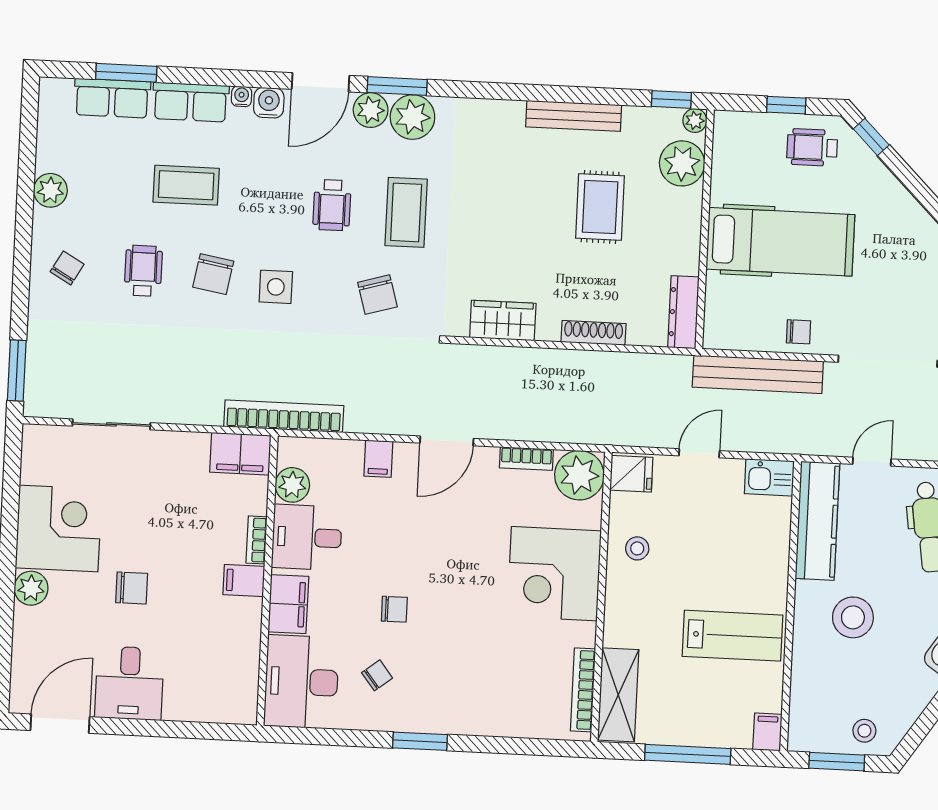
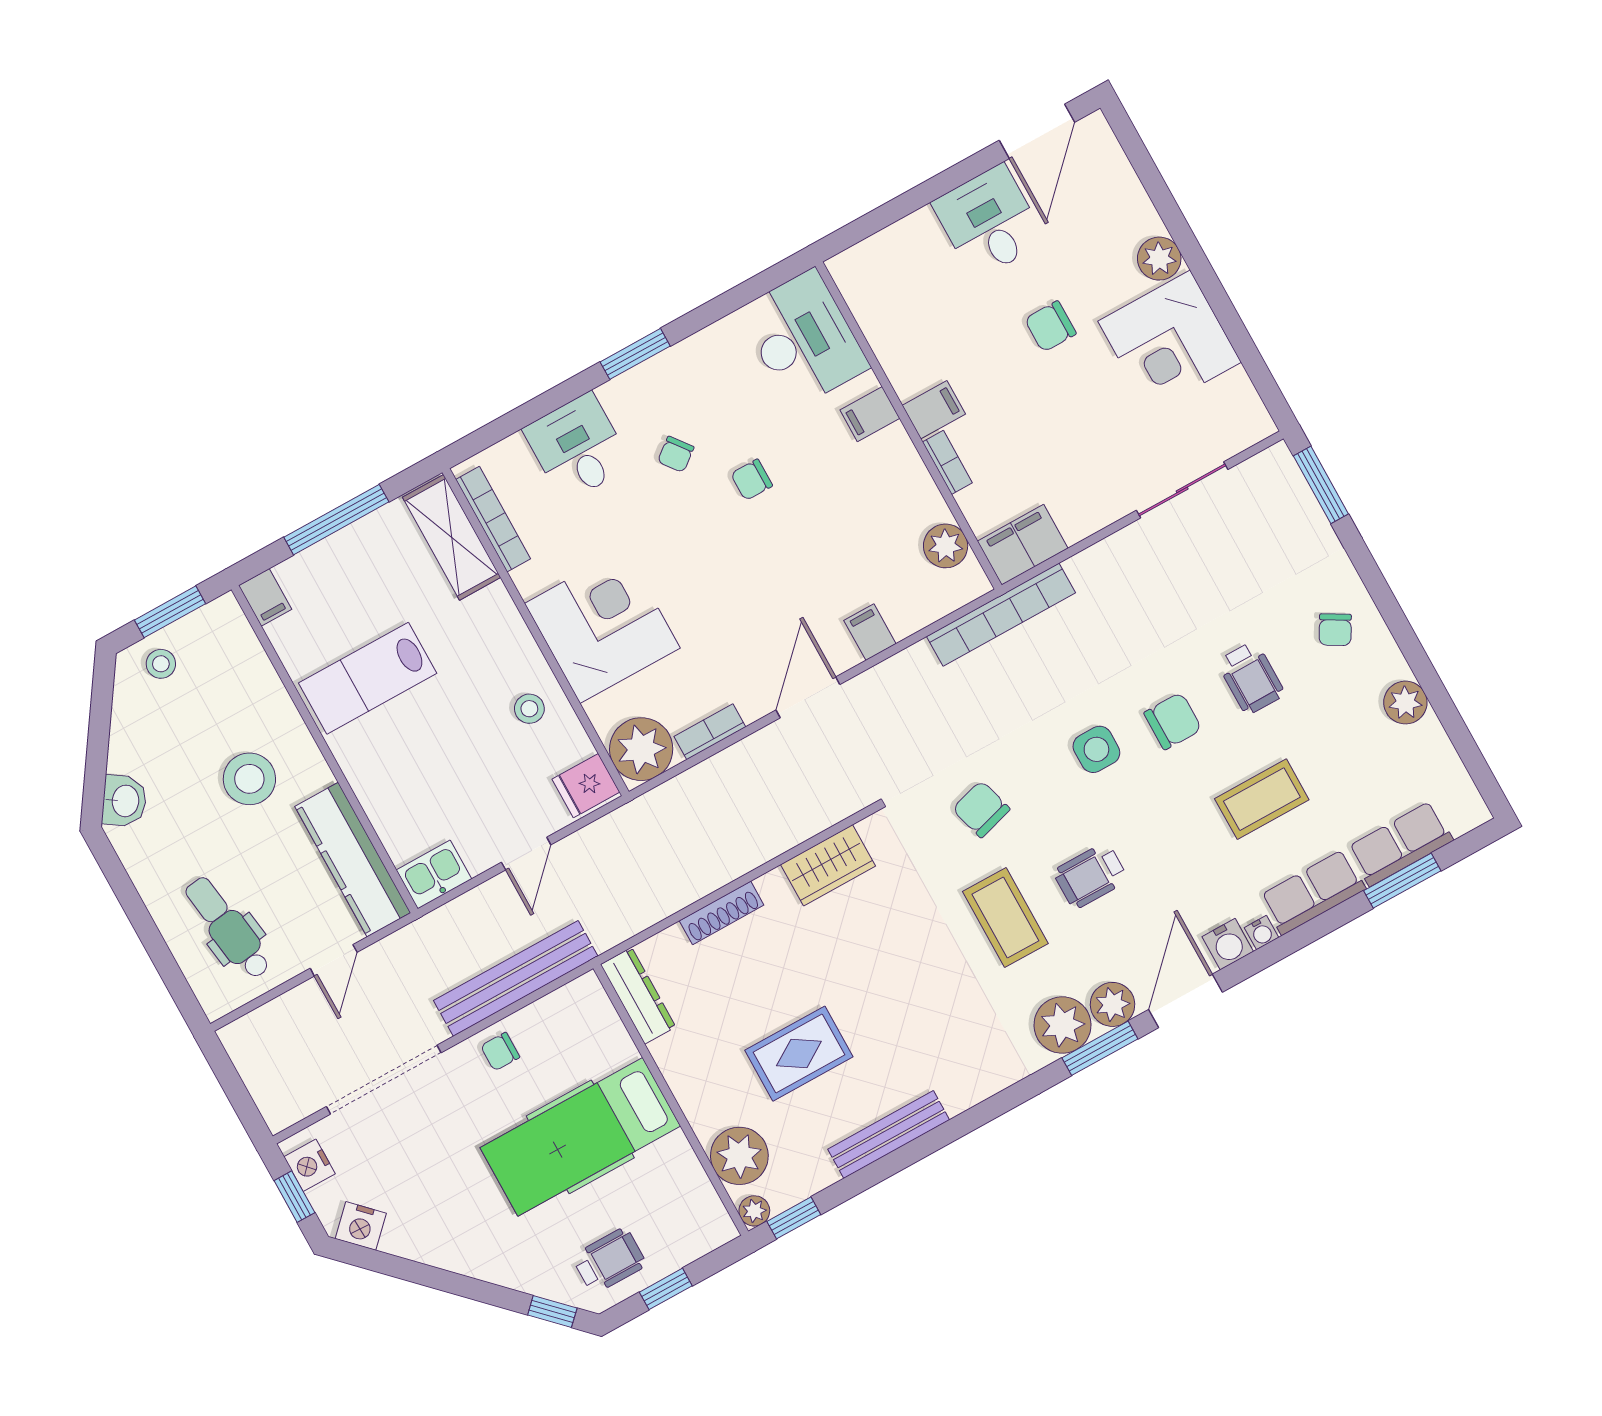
wheelchair: (332, 205) -> (1091, 876), turned -90
rug: (600, 207) -> (799, 1054), turned 90
chair: (213, 274) -> (1173, 721), turned 80
desk: (307, 537) -> (577, 447), moved, turned -90
filing cabinet: (288, 604) -> (870, 414), width x0.50
chair: (377, 675) -> (676, 454), moved

